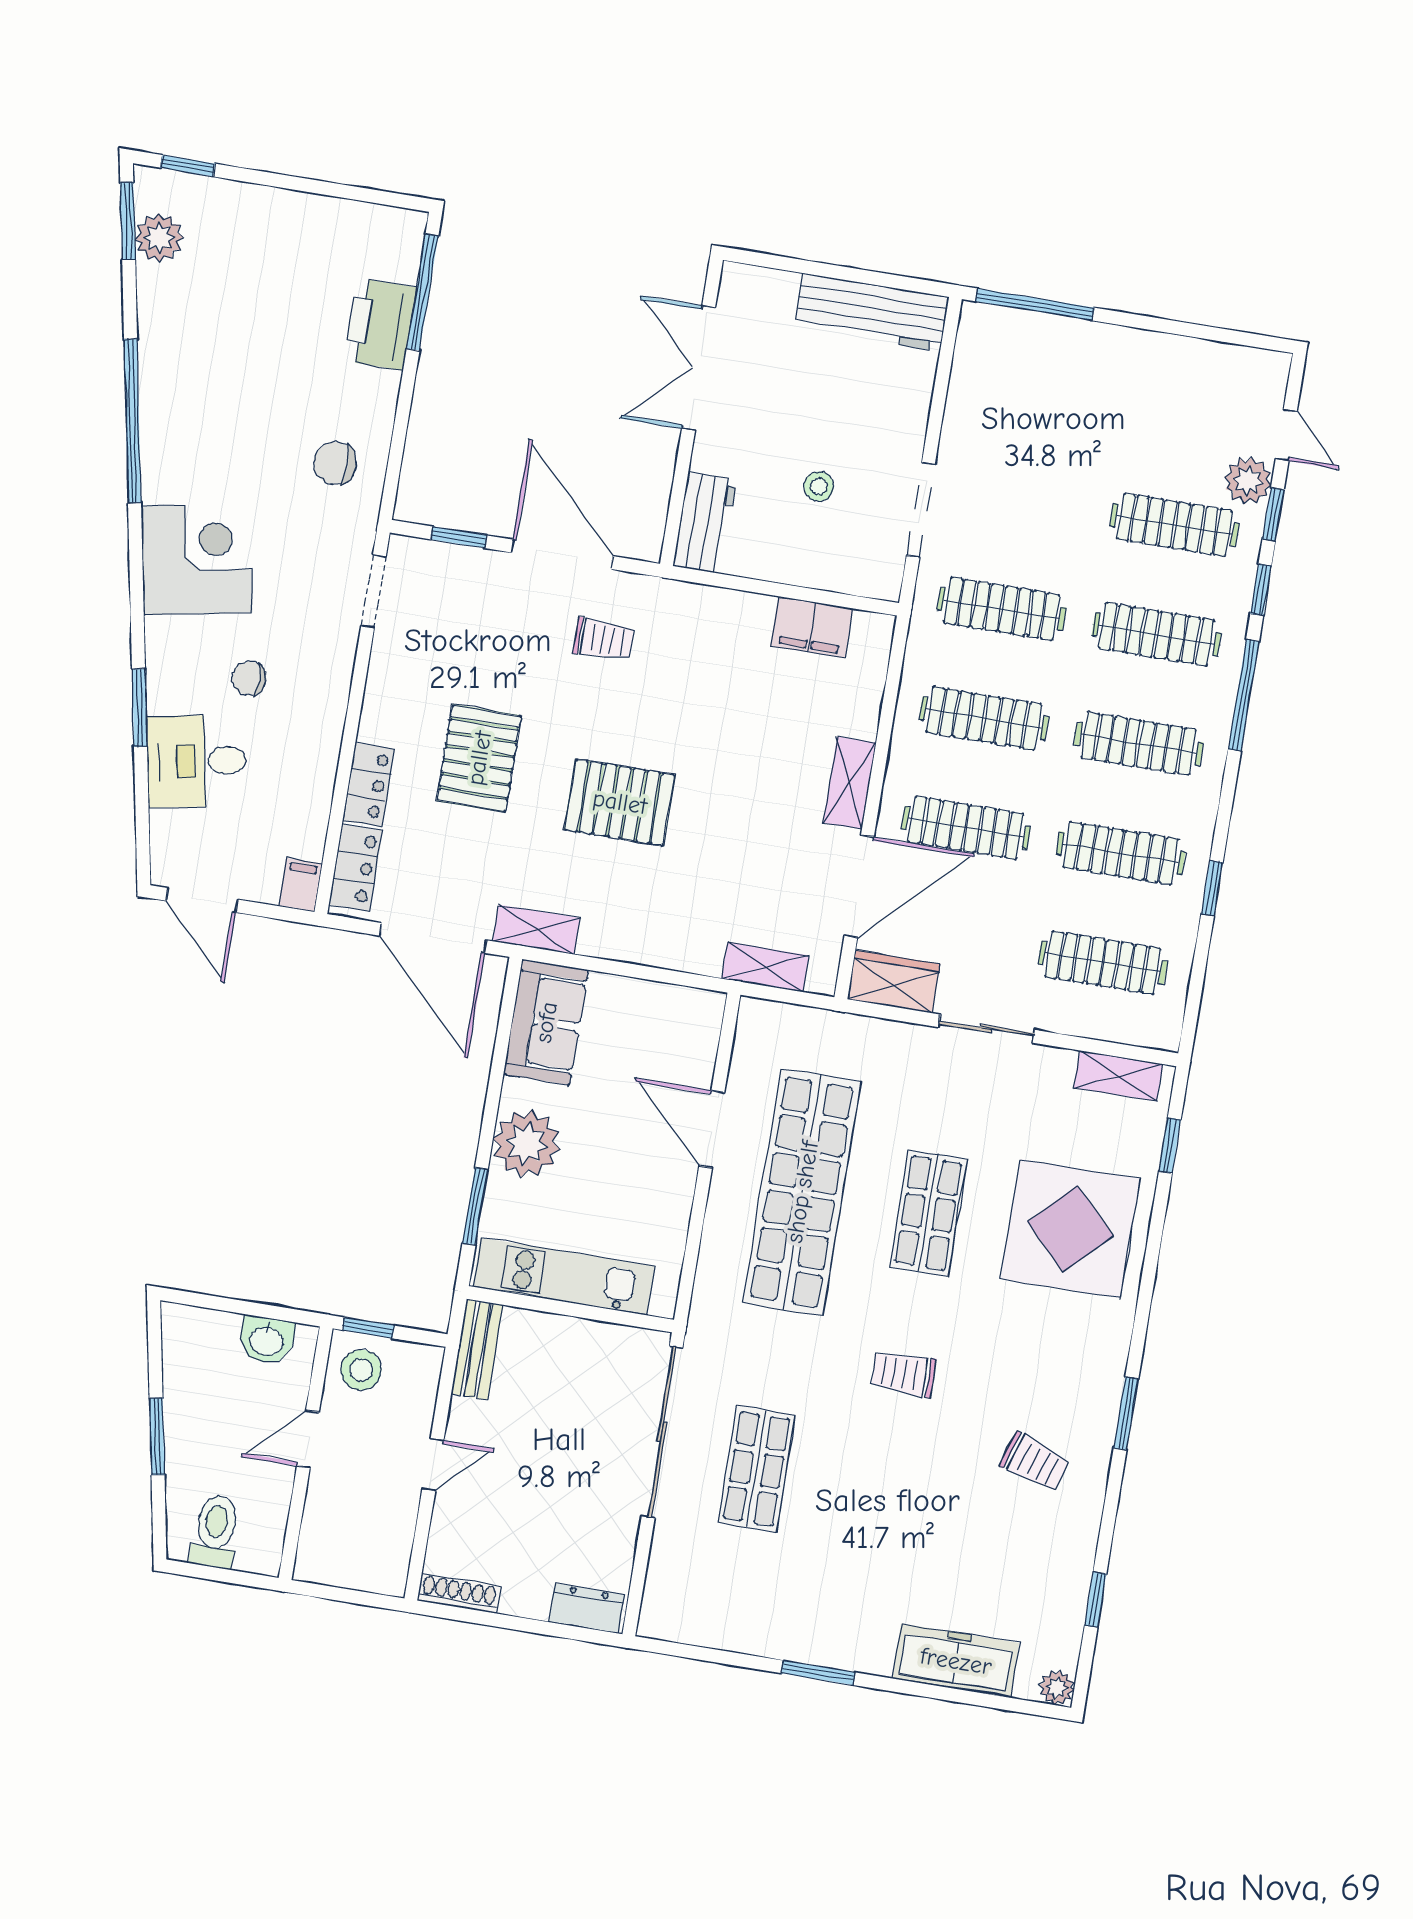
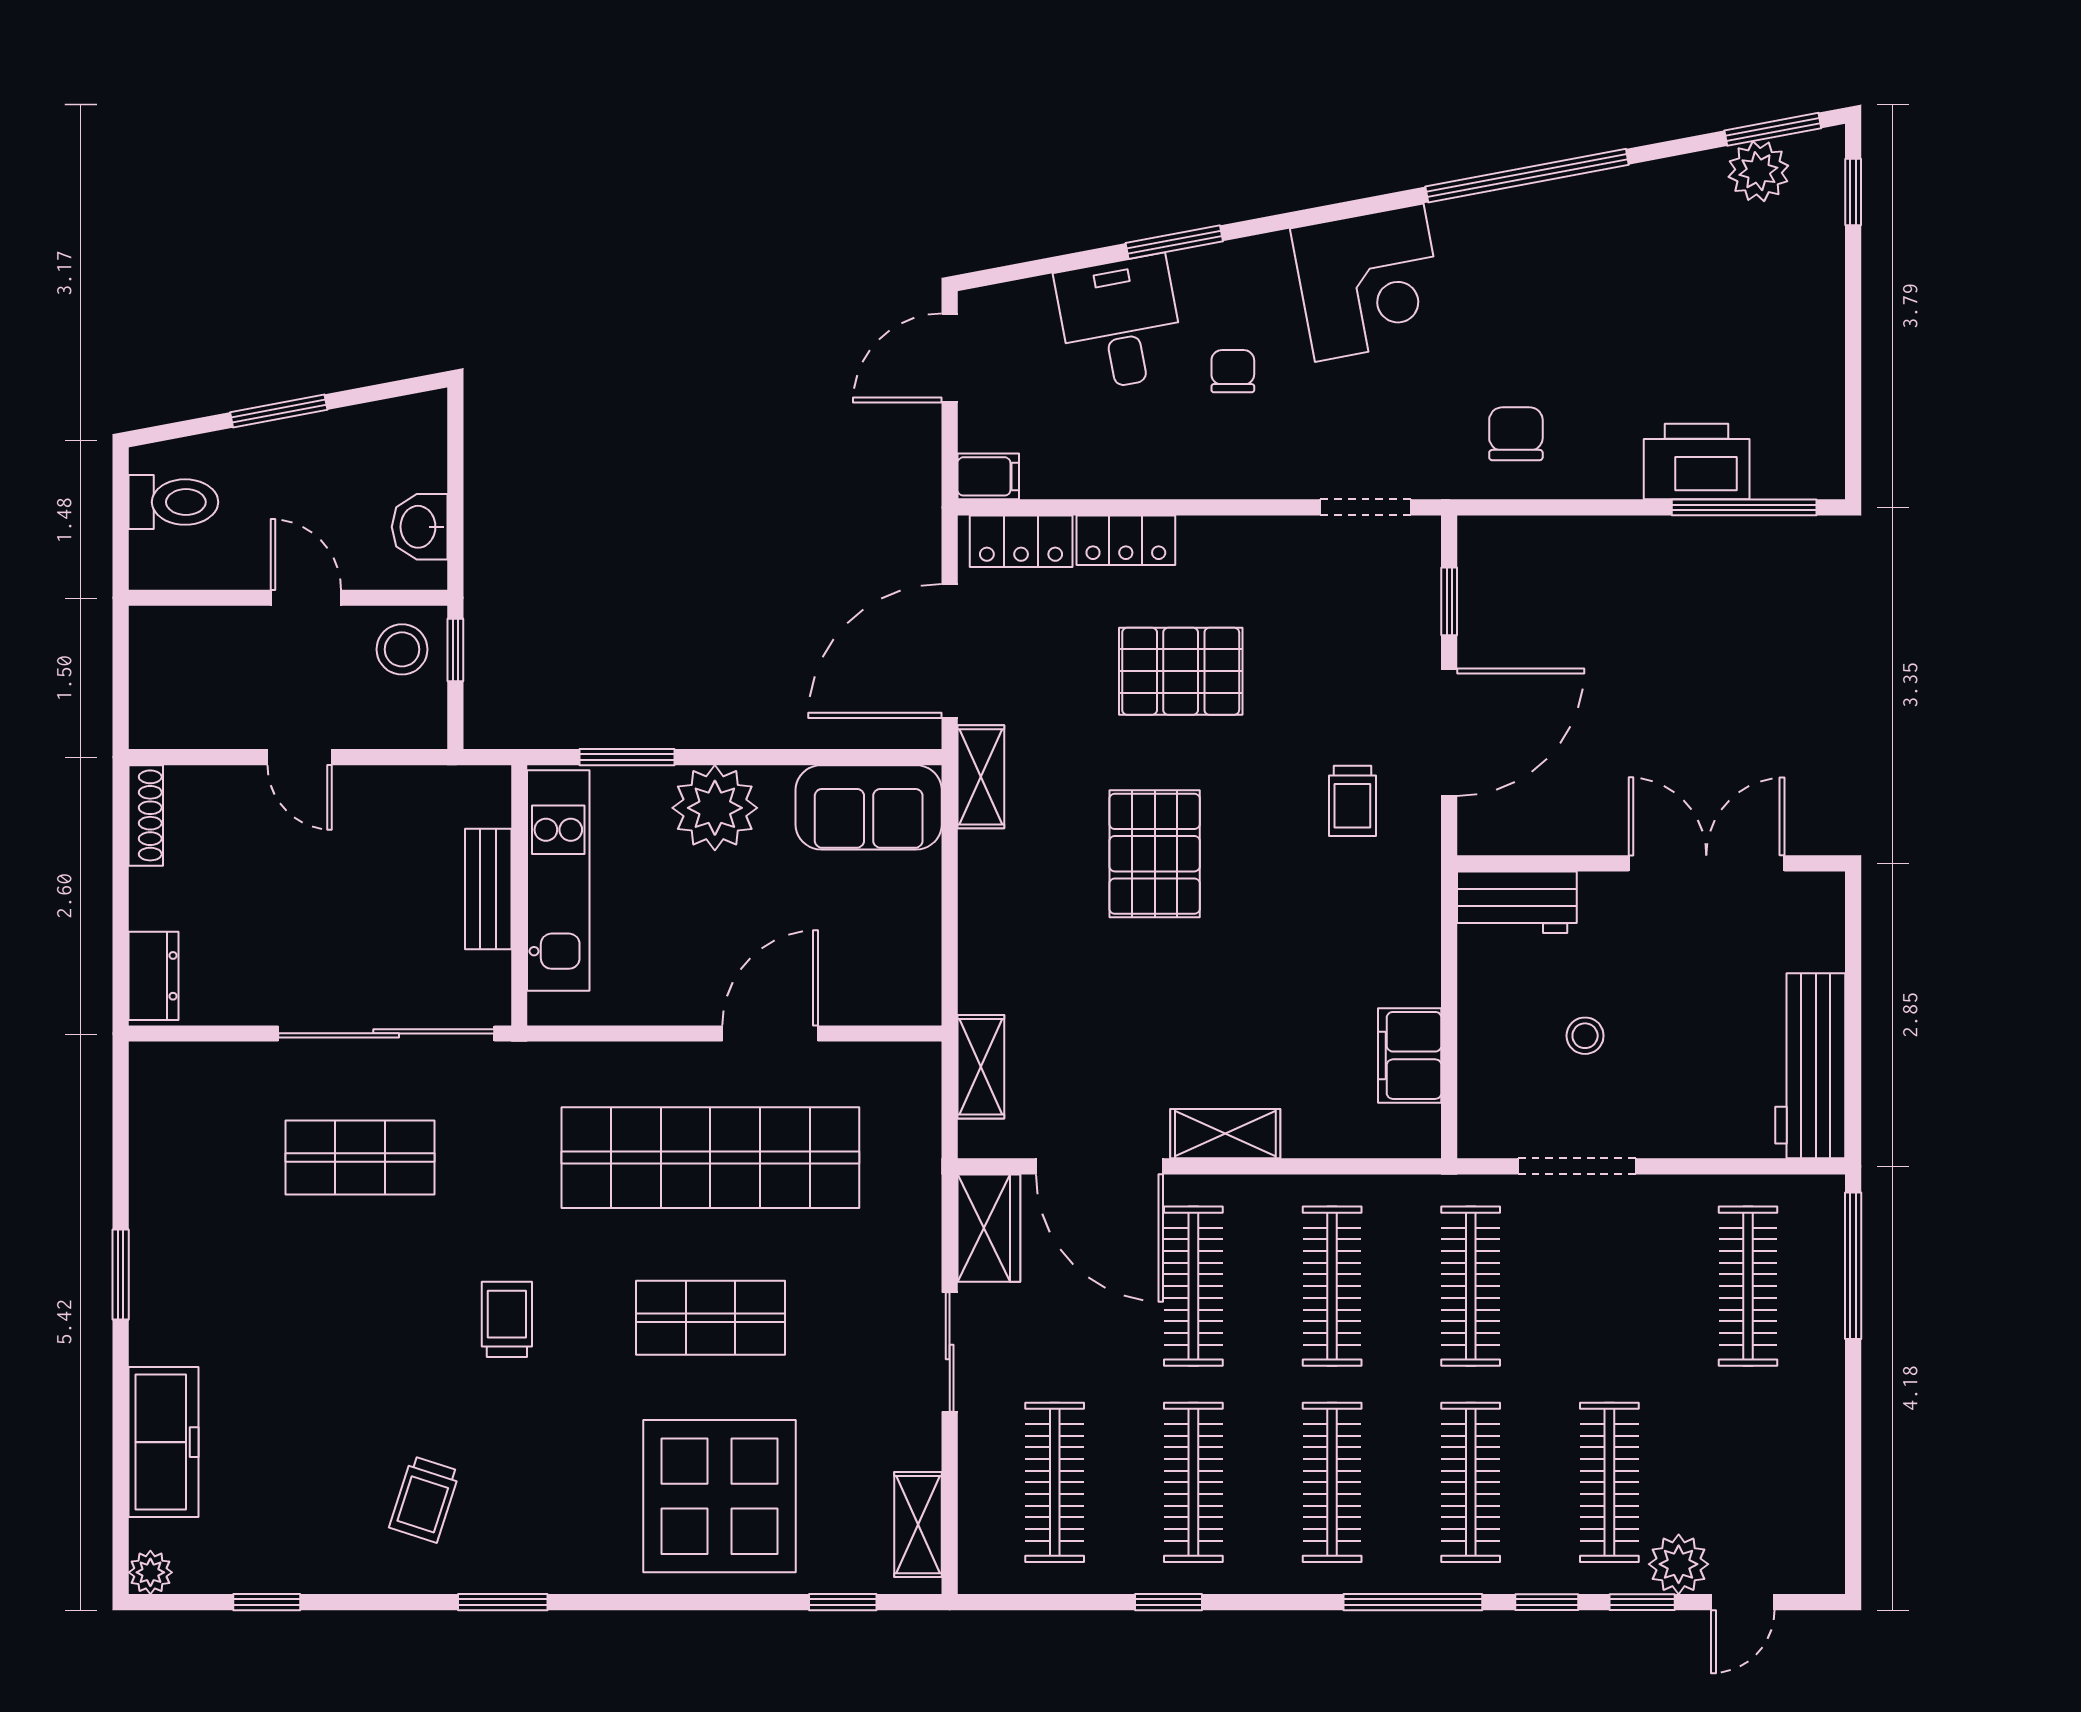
clothes rail: (1037, 390) -> (1748, 1286), added
bench: (477, 1349) -> (488, 889), moved, turned 90

